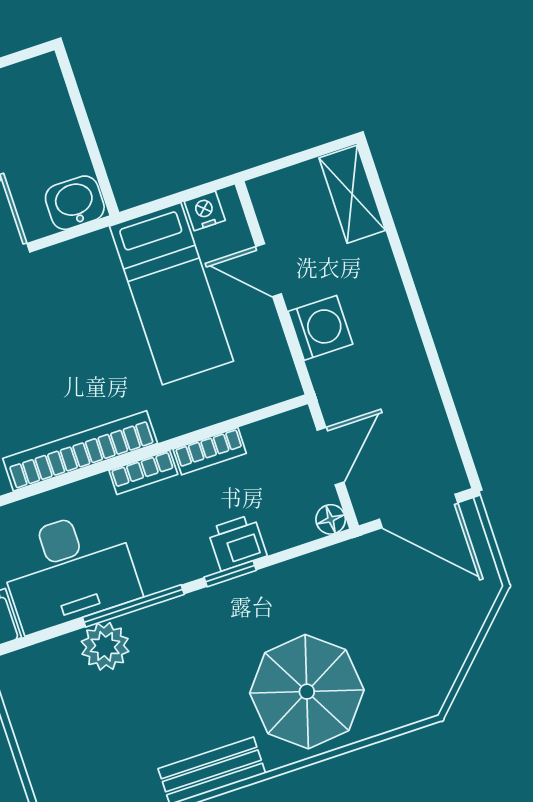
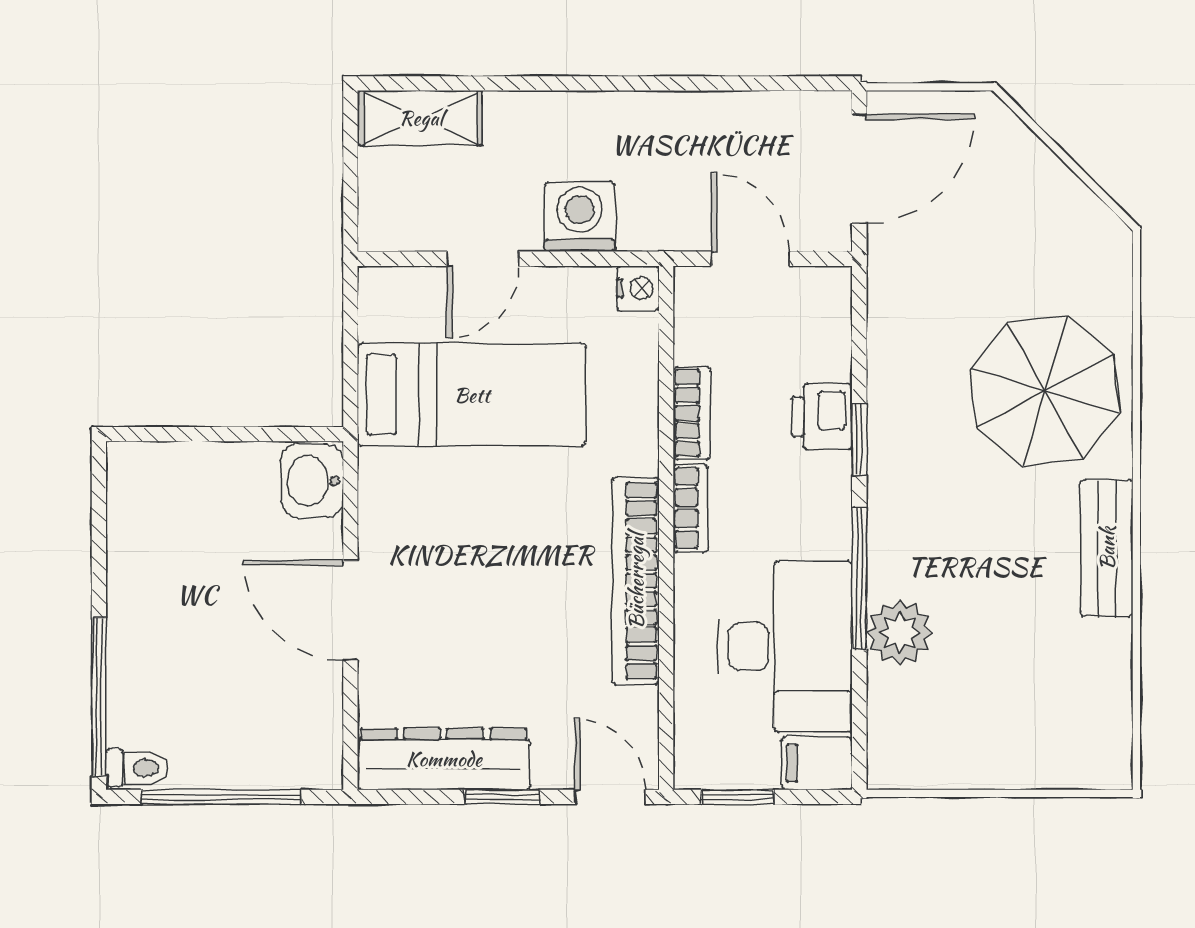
nightstand: (205, 211) -> (638, 288), moved, turned 180
floor lamp: (331, 519) -> (832, 286), removed

